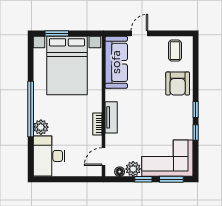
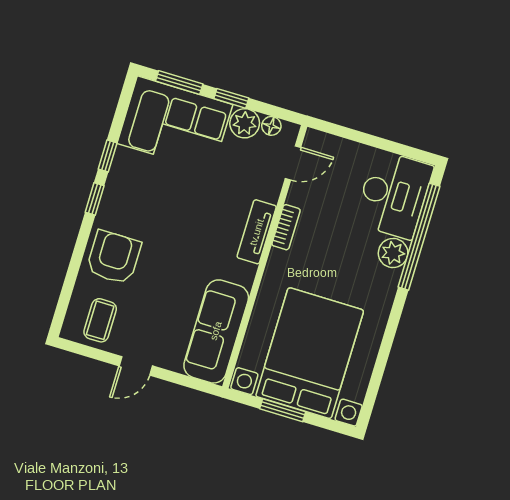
window: (57, 33) -> (283, 410), moved
door: (139, 33) -> (136, 366), moved
window: (31, 109) -> (419, 237), moved

